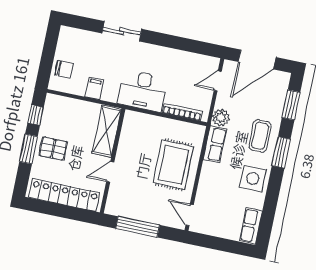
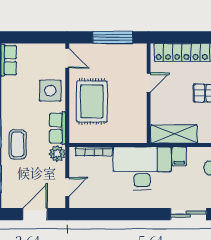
sliding door: (122, 31) -> (188, 214), moved
door: (257, 59) -> (35, 214), width x0.73
desk: (143, 91) -> (142, 168), width x1.36, depth x1.30
shelving: (107, 131) -> (174, 134), moved, turned 90
side table: (253, 178) -> (50, 91), moved

